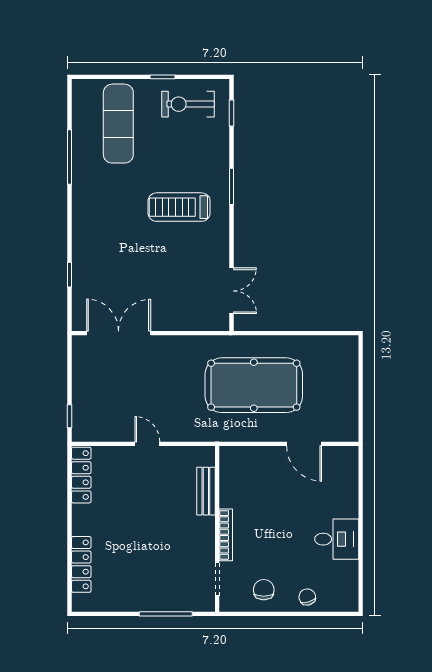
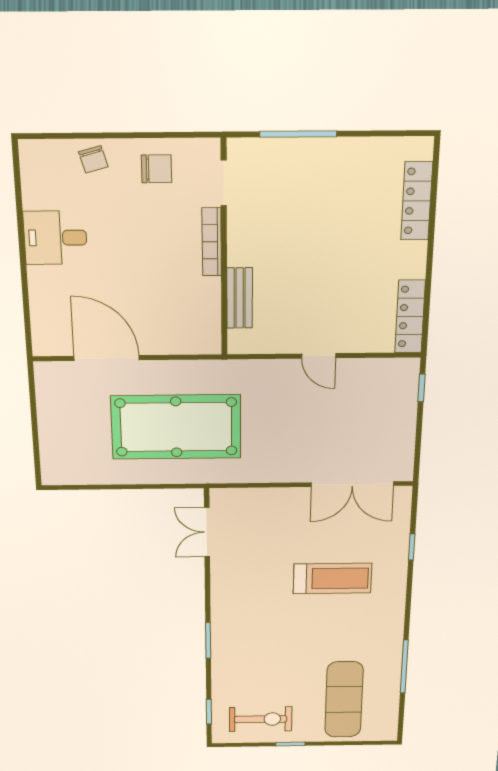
treadmill: (179, 207) -> (332, 578), moved
door: (304, 444) -> (107, 358), width x1.36
chair: (264, 590) -> (157, 169), turned -90

